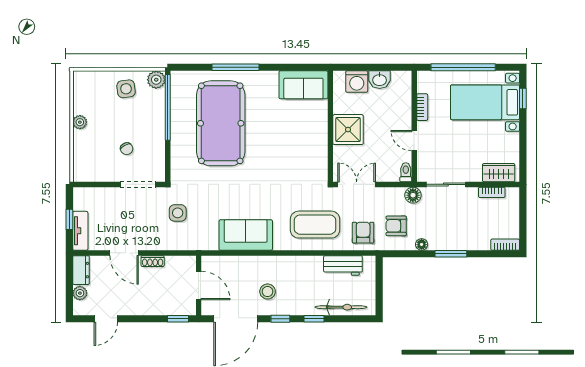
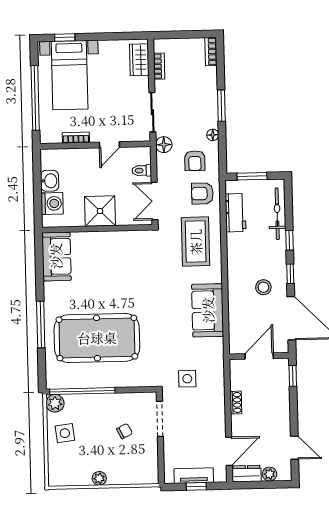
toilet: (406, 172) -> (142, 171), moved
tv unit: (80, 231) -> (194, 476), moved
door: (124, 253) -> (229, 451), moved
window: (379, 283) -> (252, 176), added

